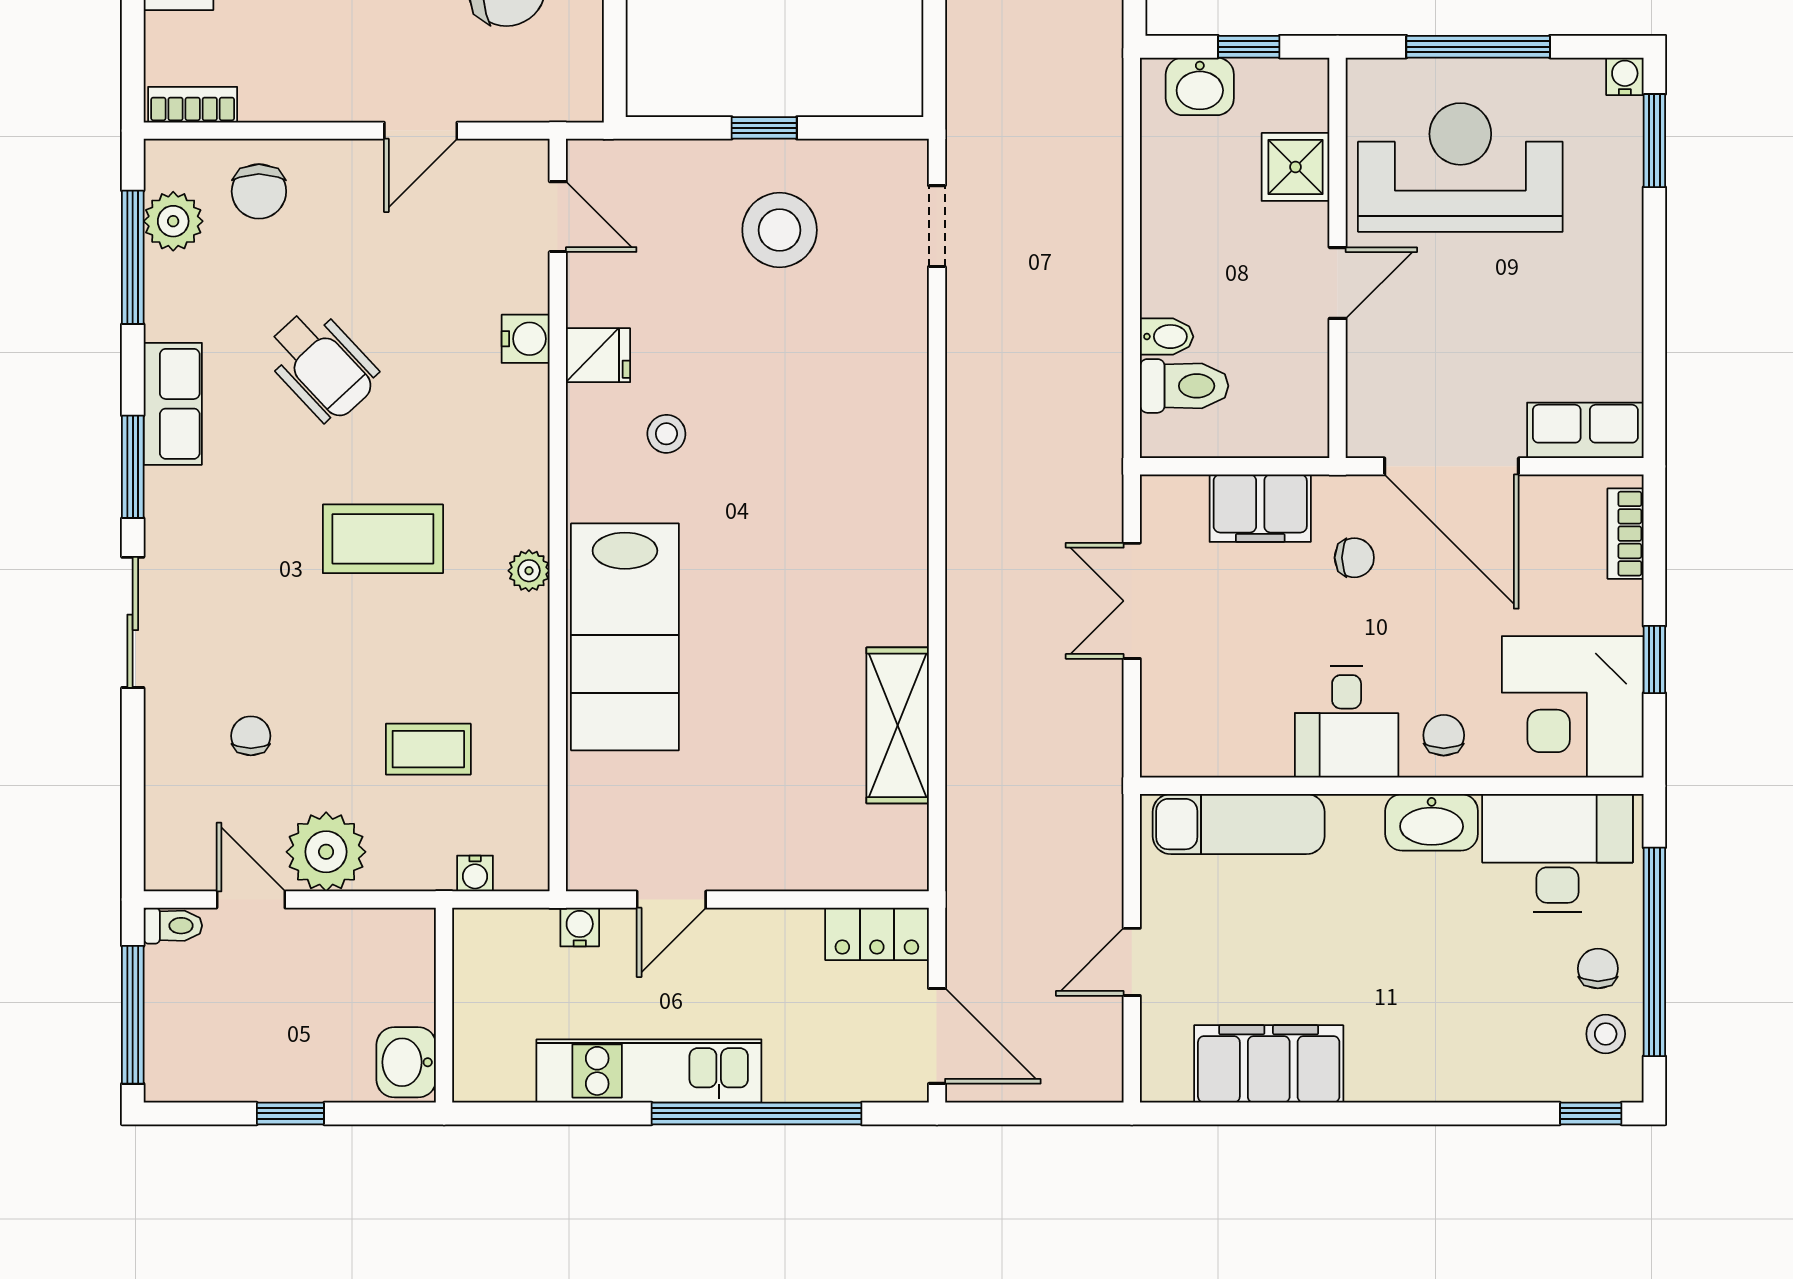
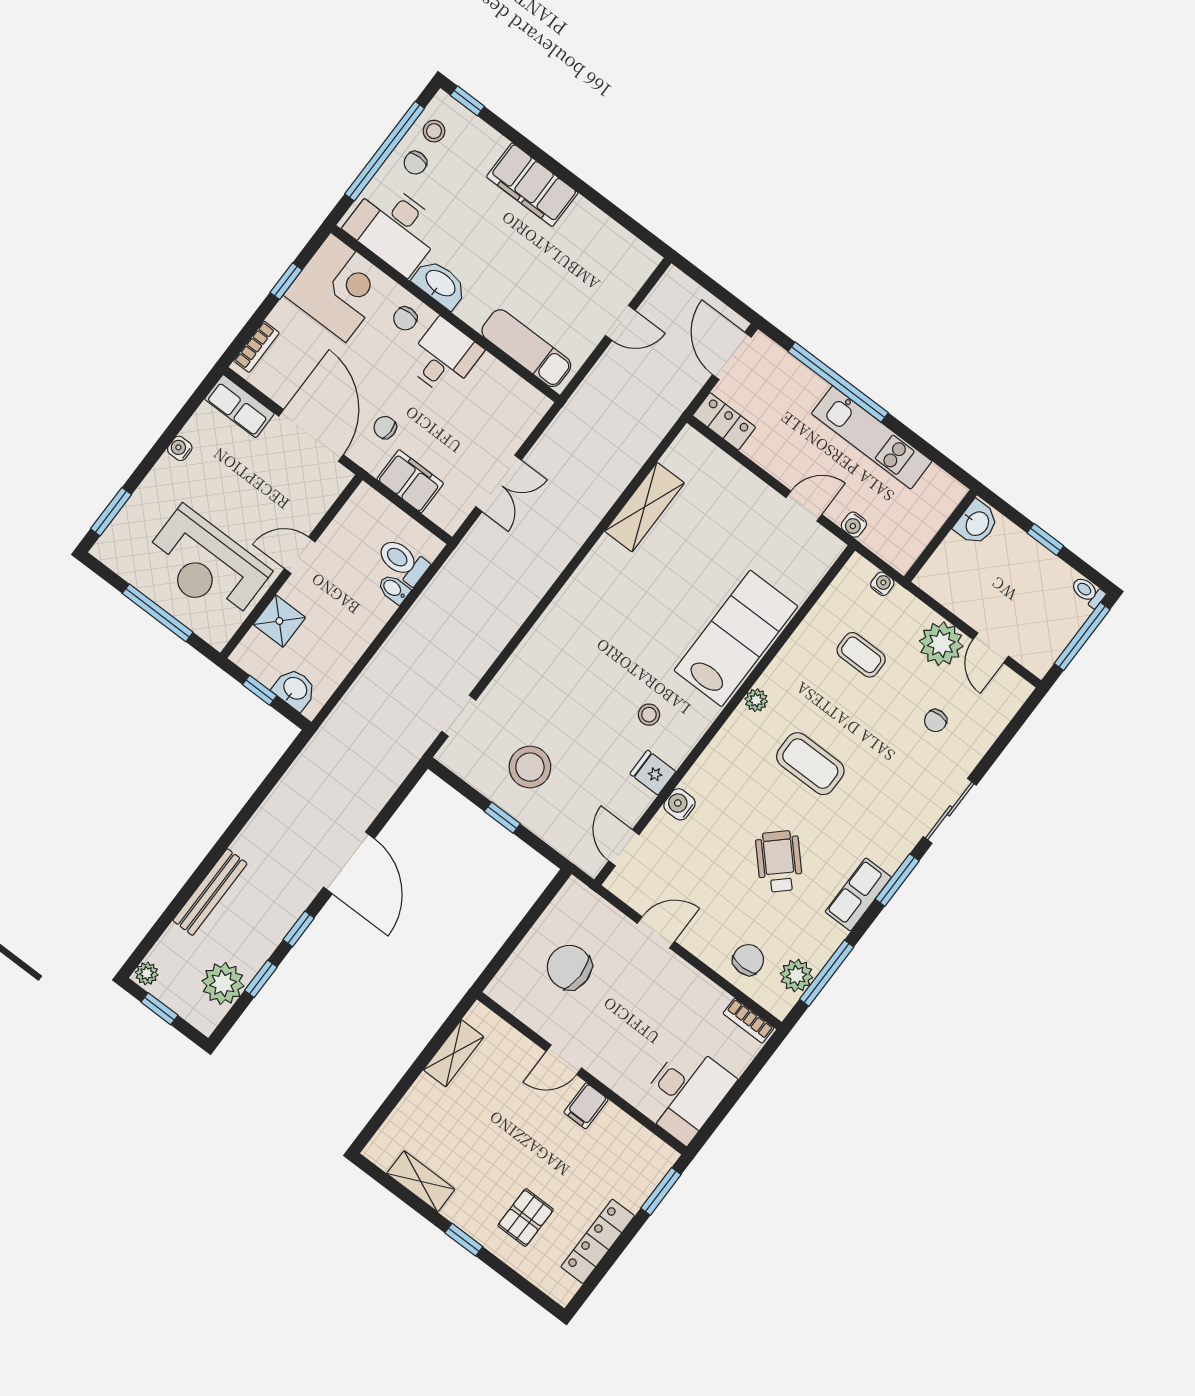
water cooler: (1625, 76) -> (180, 448), moved, turned 90
toilet: (173, 926) -> (1088, 592), moved
filing cabinet: (1269, 1064) -> (532, 185), moved

